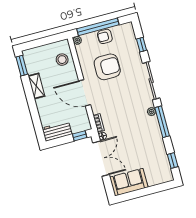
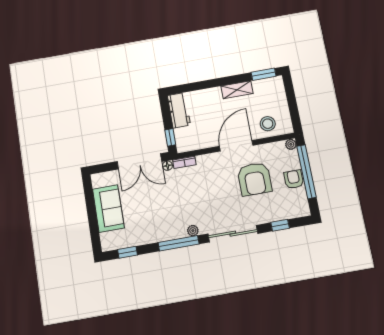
door: (85, 93) -> (236, 146), moved
sofa: (129, 182) -> (108, 208), moved

